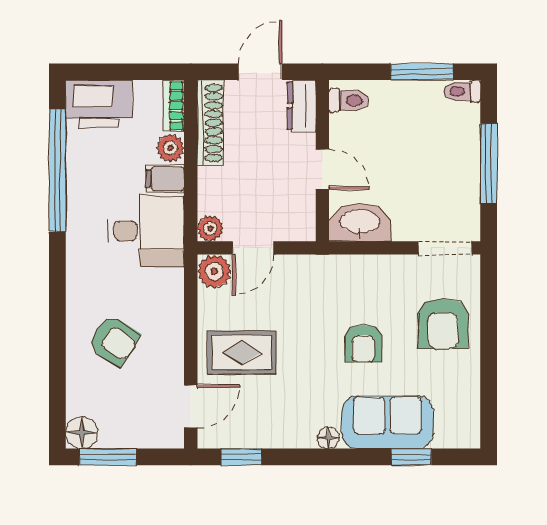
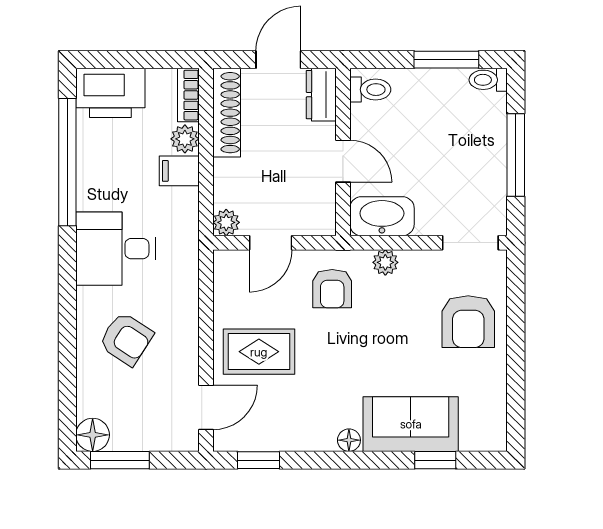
desk: (146, 231) -> (116, 249), moved, turned 180
plant: (214, 271) -> (385, 262), moved, width x0.73, depth x0.73
armchair: (363, 343) -> (332, 289), moved

